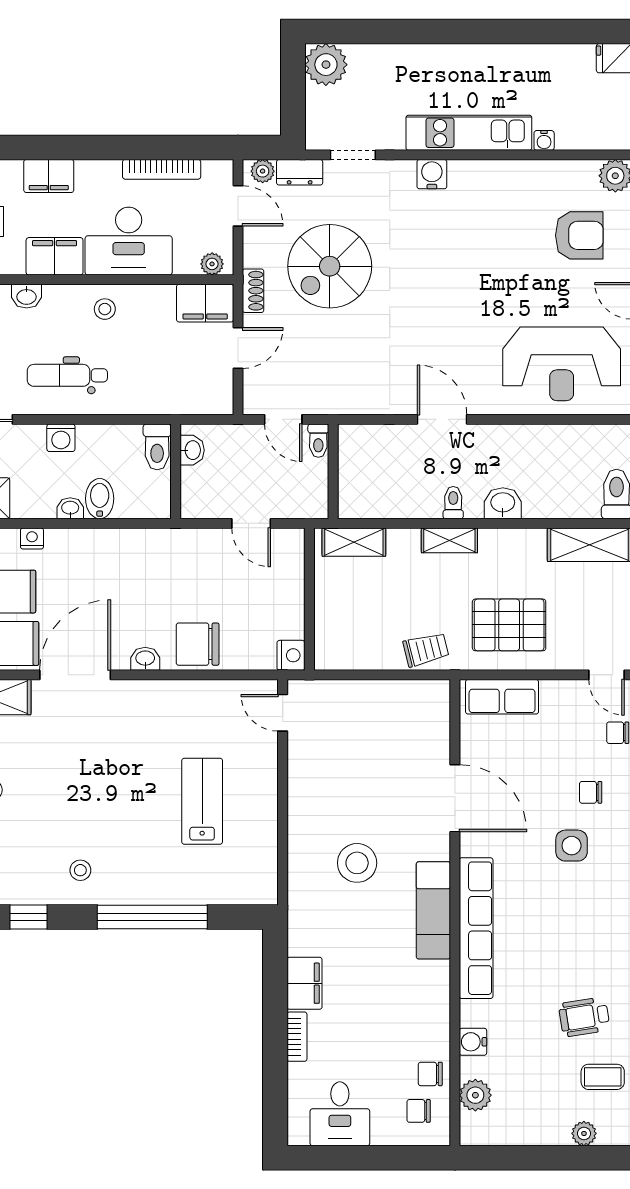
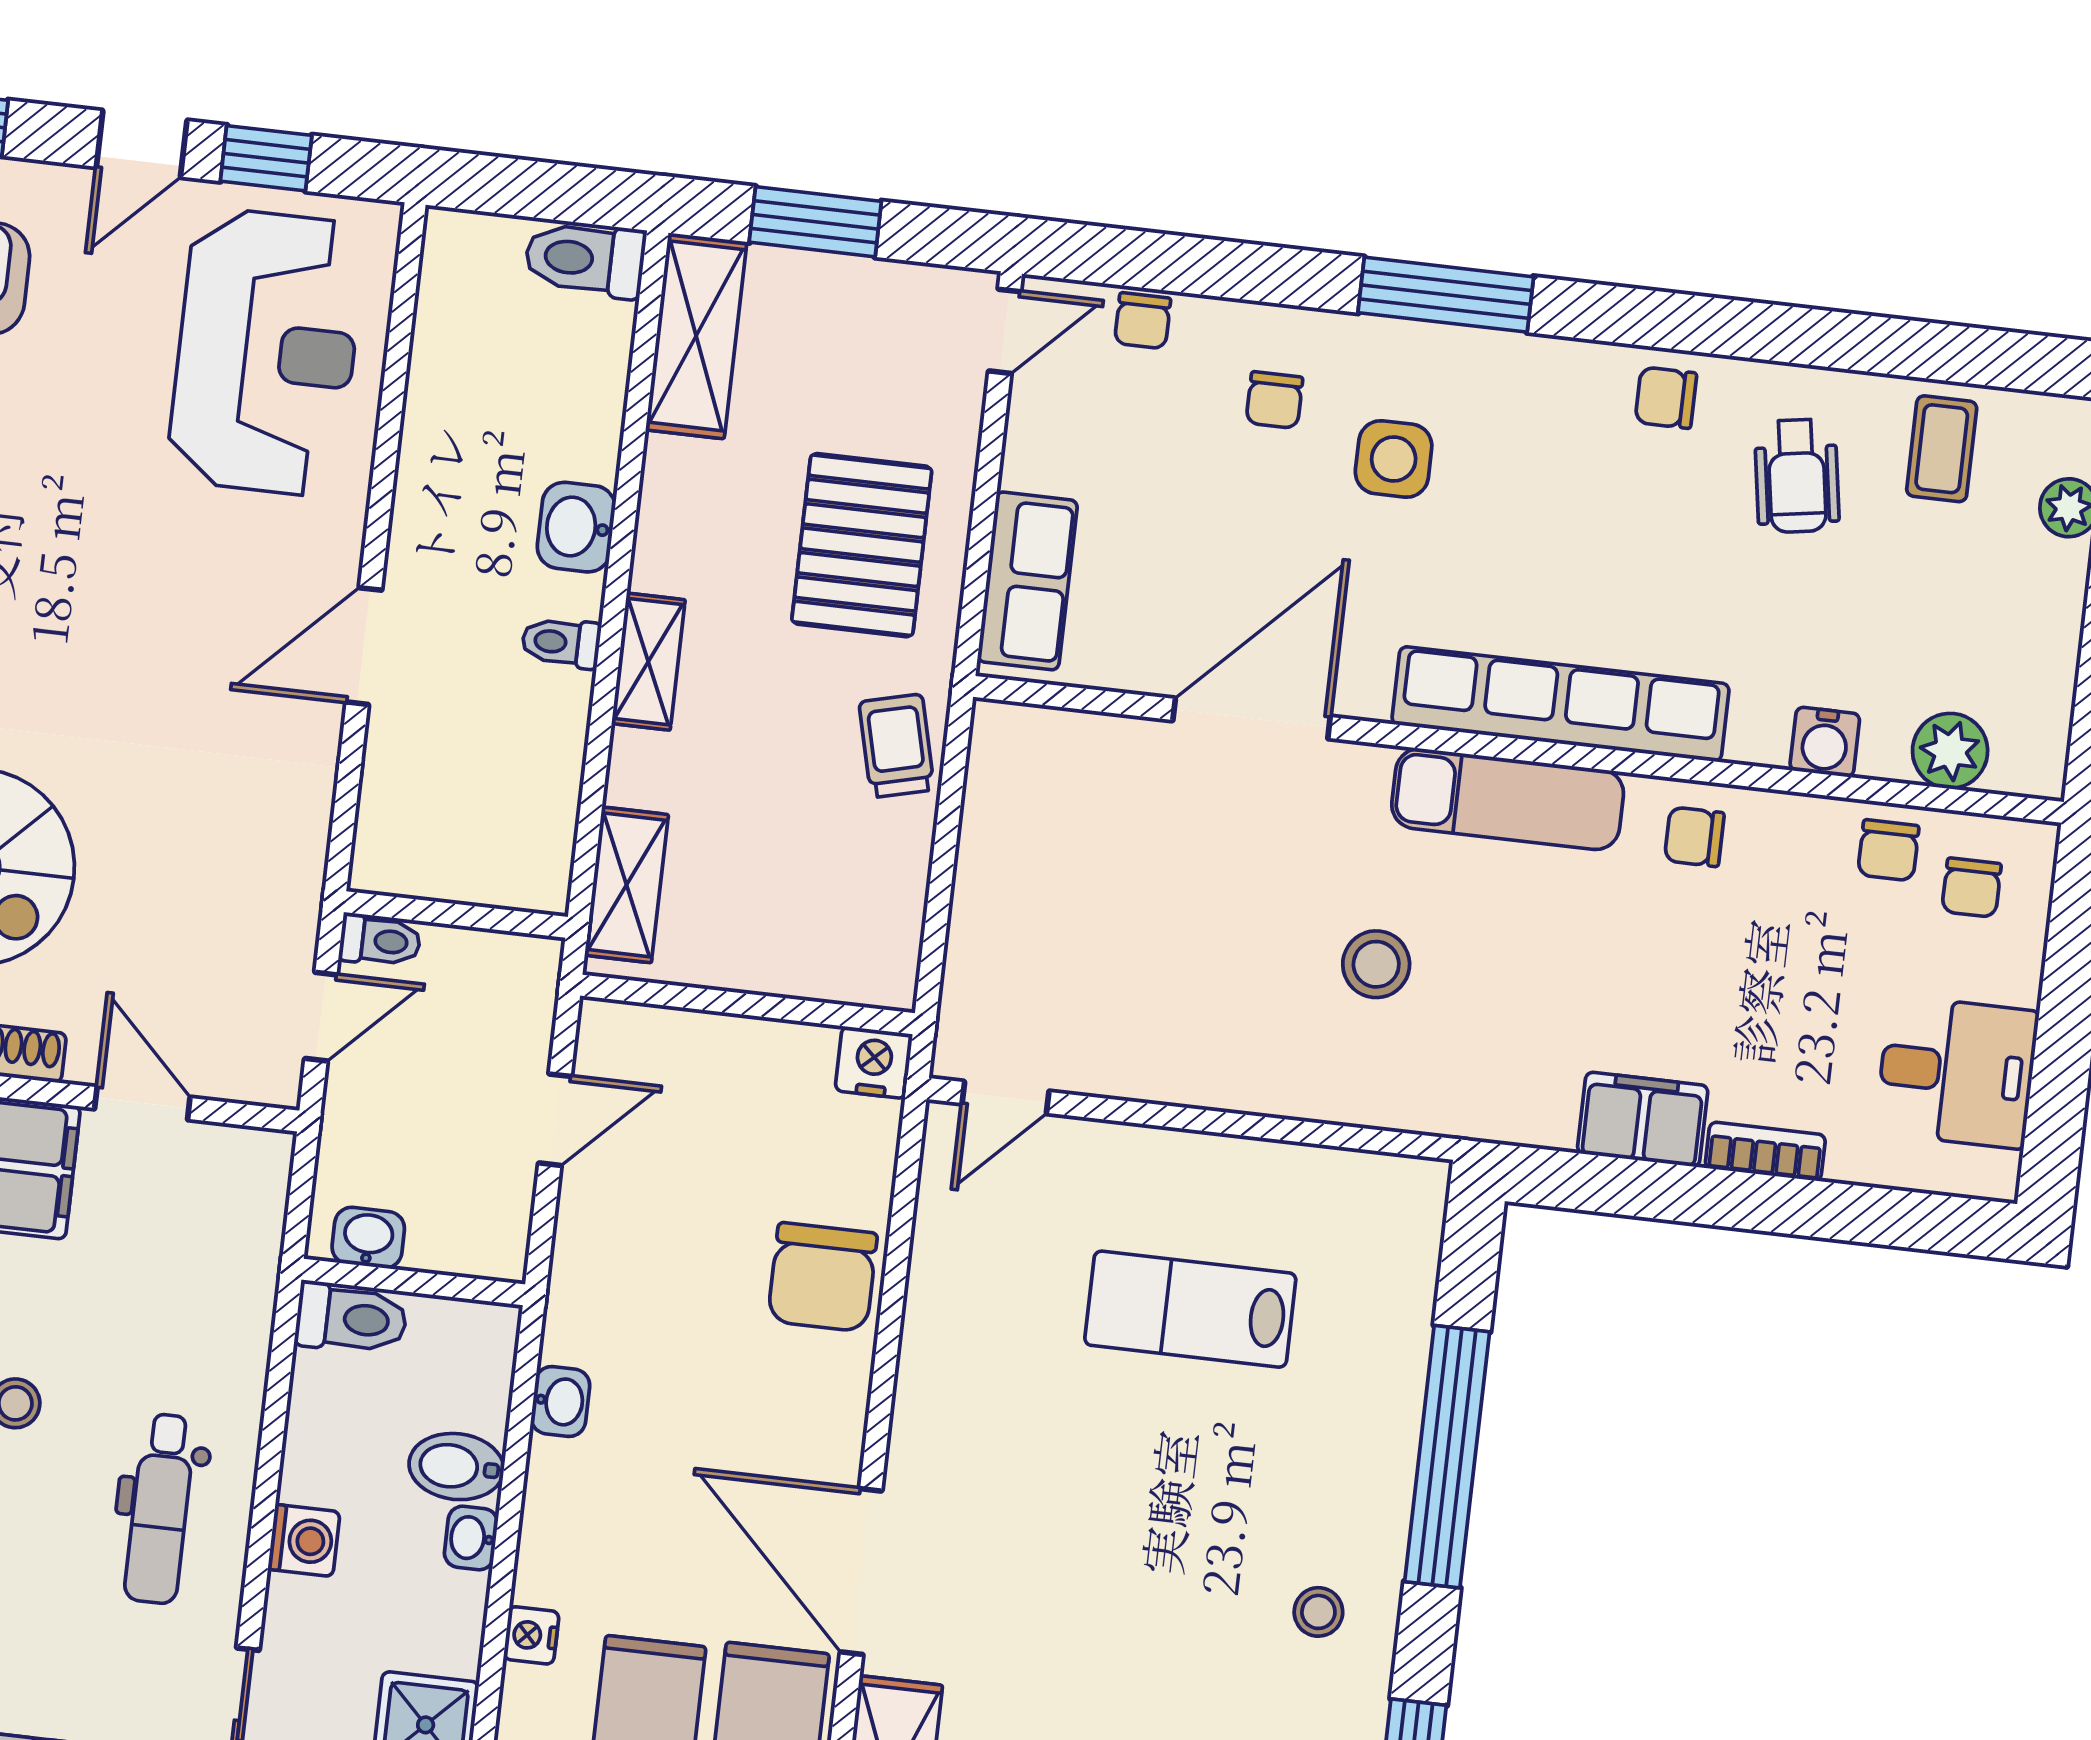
washbasin: (145, 659) -> (560, 1401), moved, turned 180
stool: (357, 863) -> (1376, 964), width x0.73, depth x0.73
chair: (611, 958) -> (1666, 398), added
chair: (427, 991) -> (1694, 837), added

